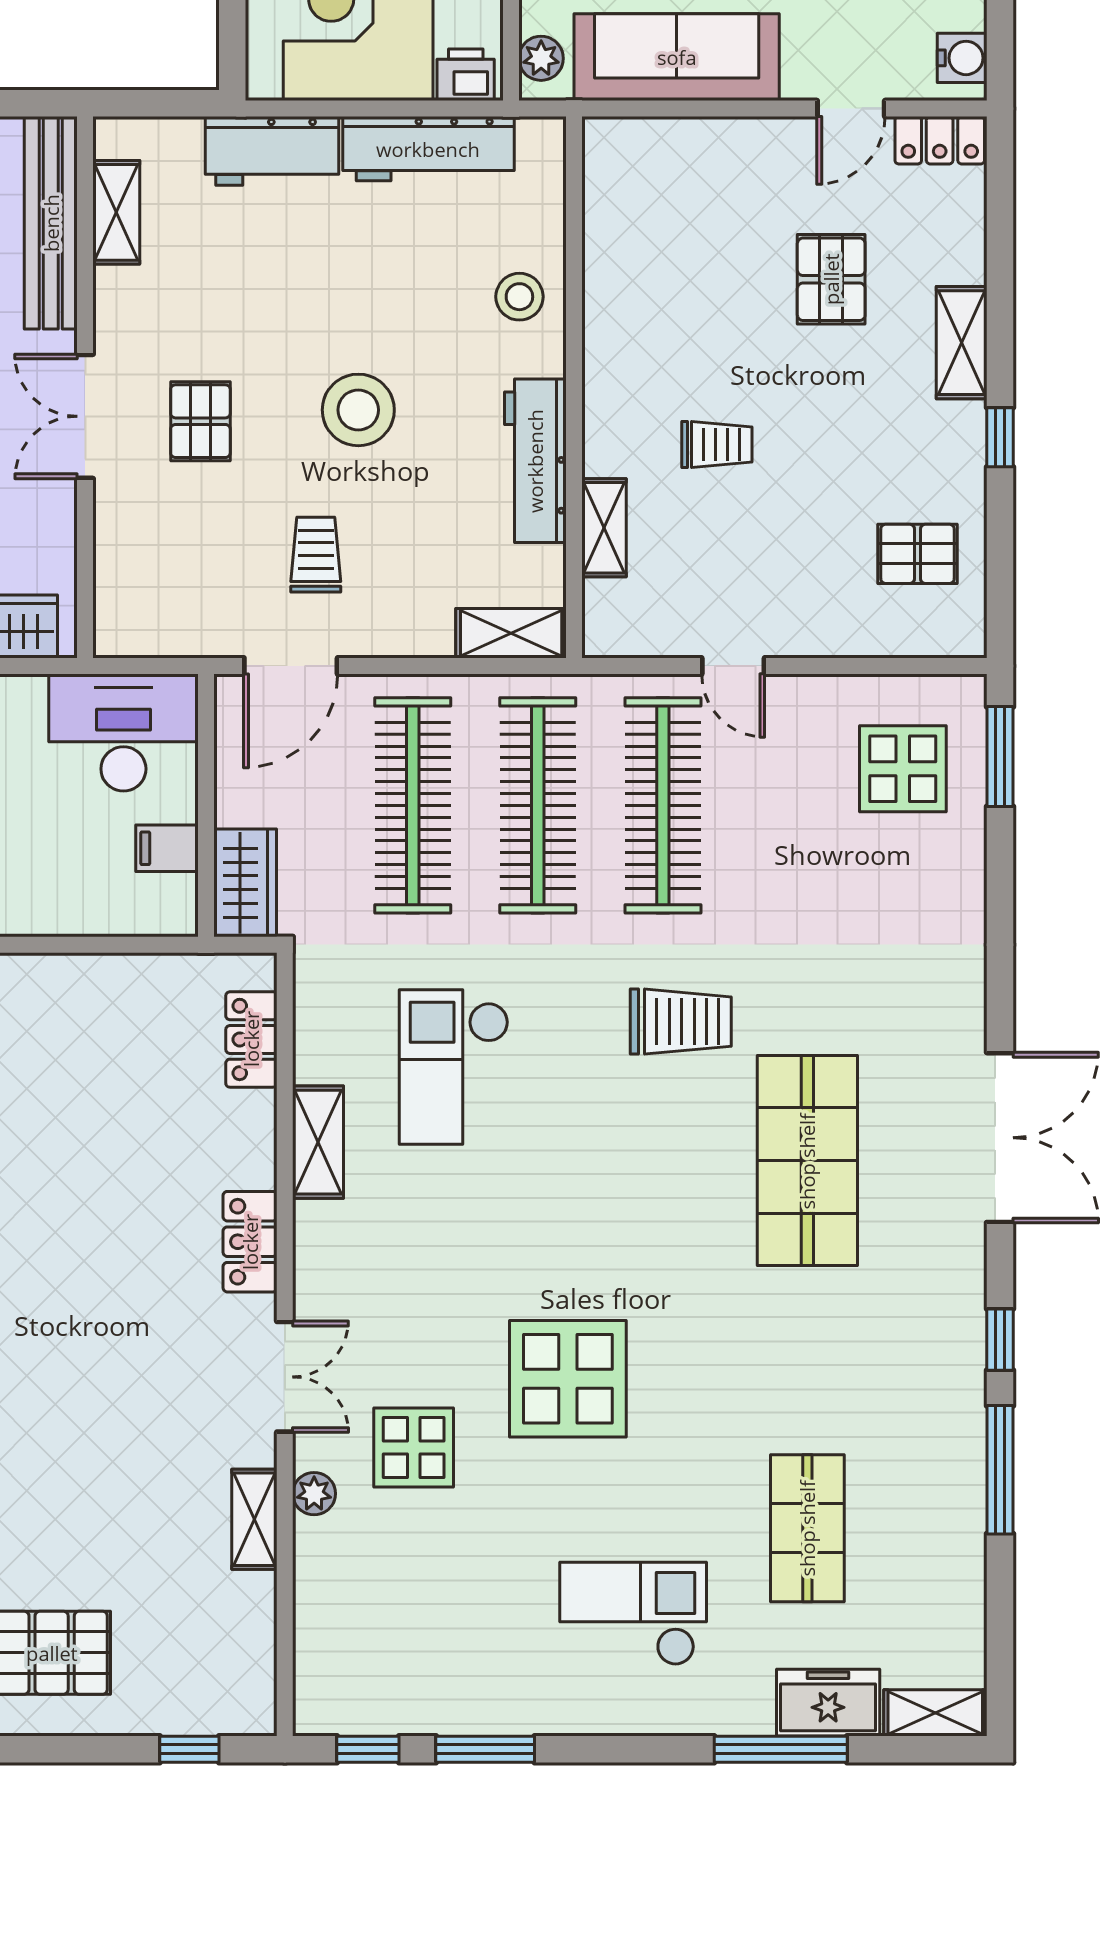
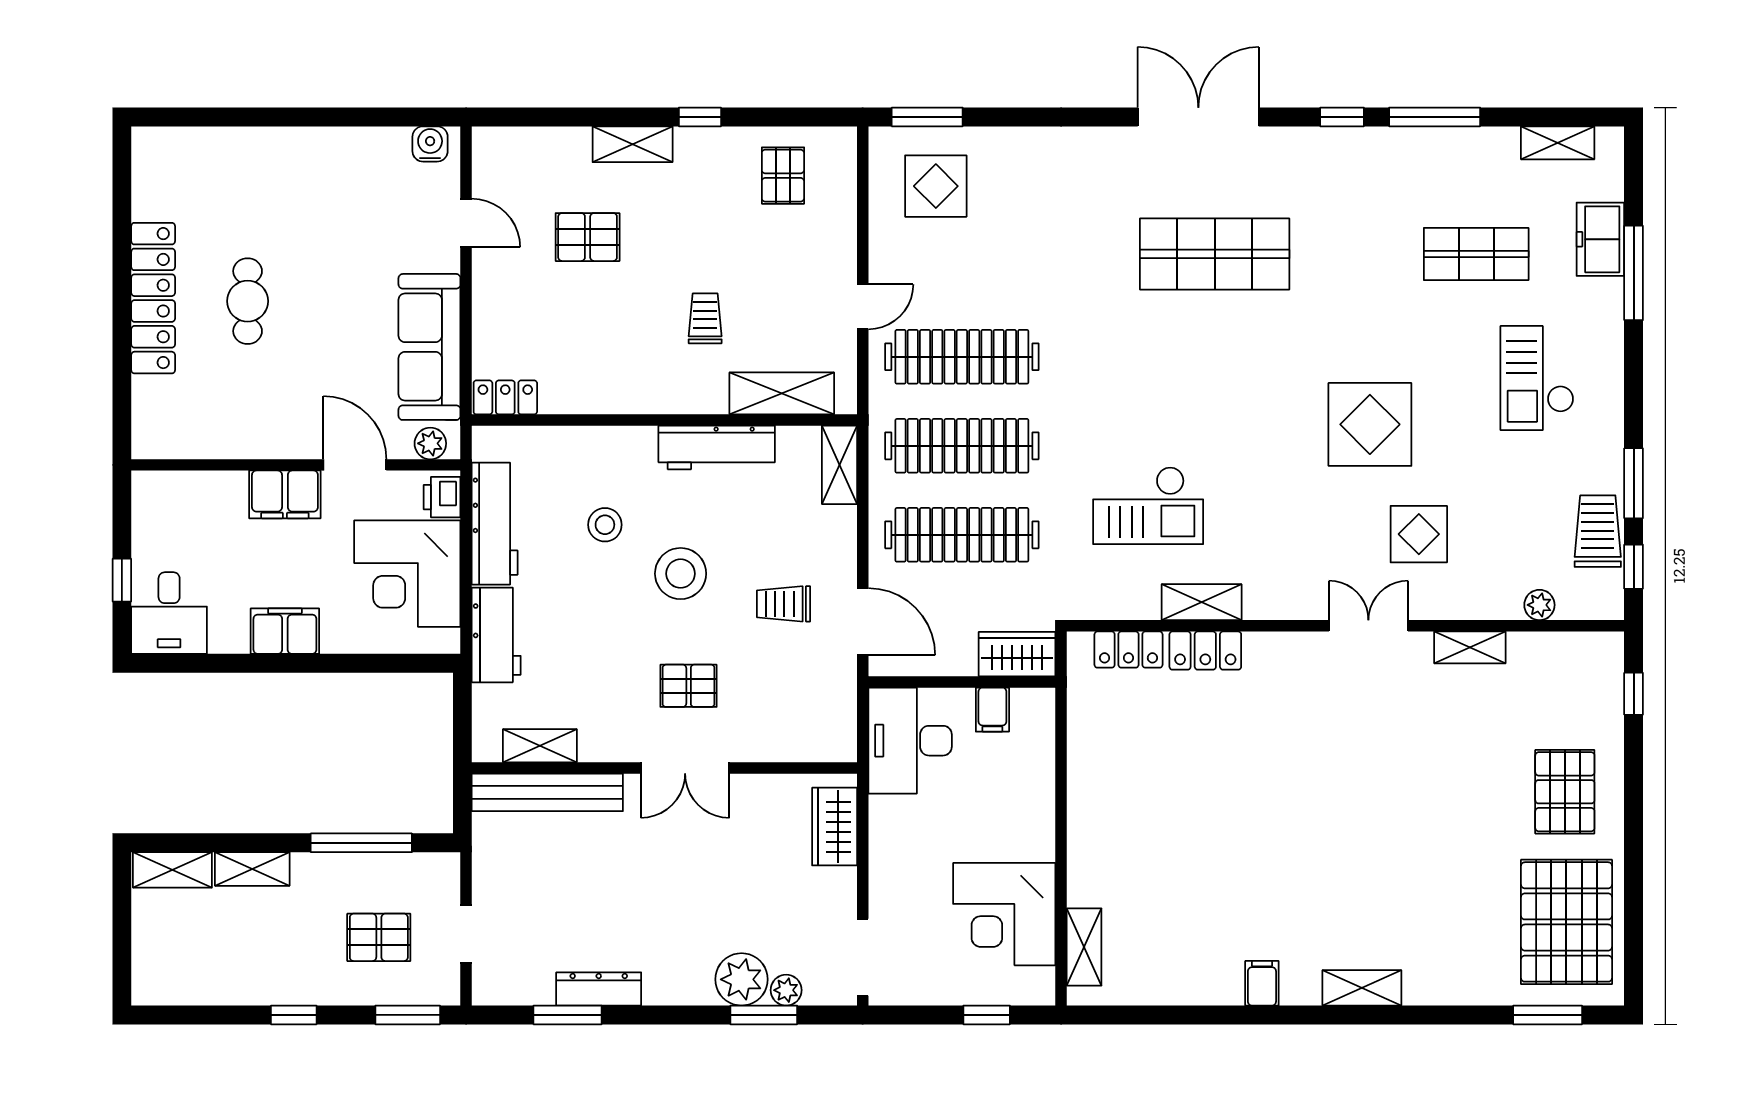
locker: (940, 140) -> (505, 397), moved, turned -90
stool: (519, 297) -> (605, 525), moved
shelving: (604, 528) -> (782, 393), width x1.50, depth x1.33
trolley: (681, 1022) -> (1598, 531), moved
locker: (250, 1242) -> (1205, 651), moved
plant: (314, 1494) -> (1539, 605), moved
shelving: (935, 1713) -> (1558, 143), moved, turned 90

